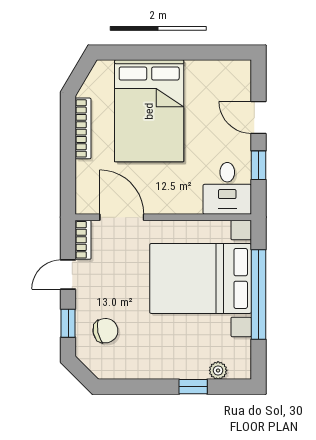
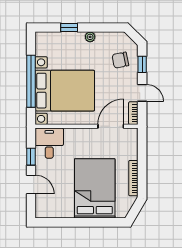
door: (122, 217) -> (111, 126), swing flipped
door: (68, 275) -> (142, 93), hinge flipped
plant: (218, 370) -> (90, 37), moved

